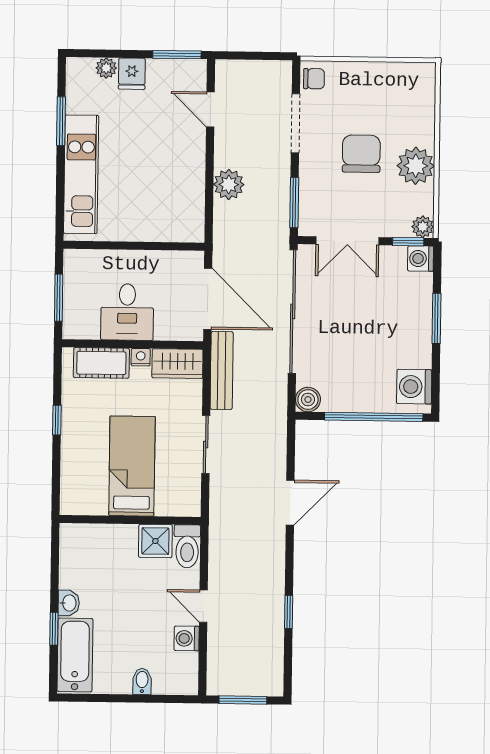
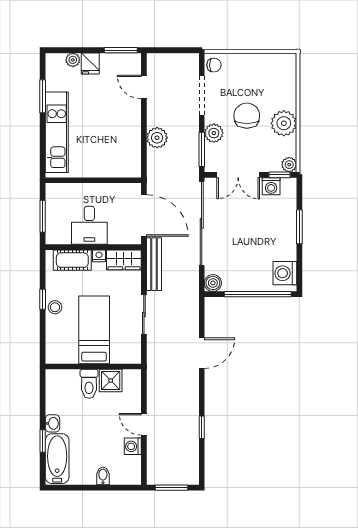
plant: (312, 179) -> (214, 133), added
washing machine: (421, 259) -> (271, 186), moved, turned -90
stool: (75, 432) -> (55, 307), added
toilet: (187, 546) -> (89, 384), moved

